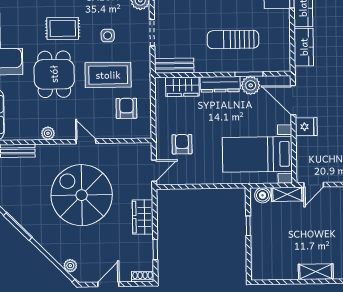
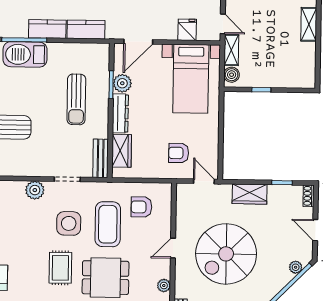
side table: (108, 36) -> (69, 223), width x1.87, depth x1.87
fridge: (306, 127) -> (187, 30), moved

